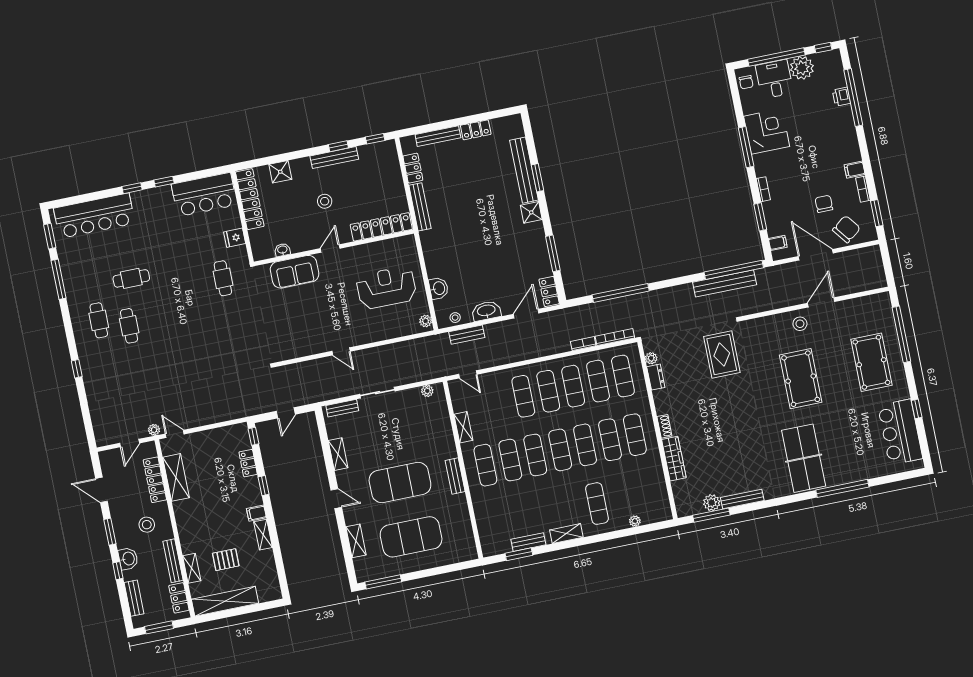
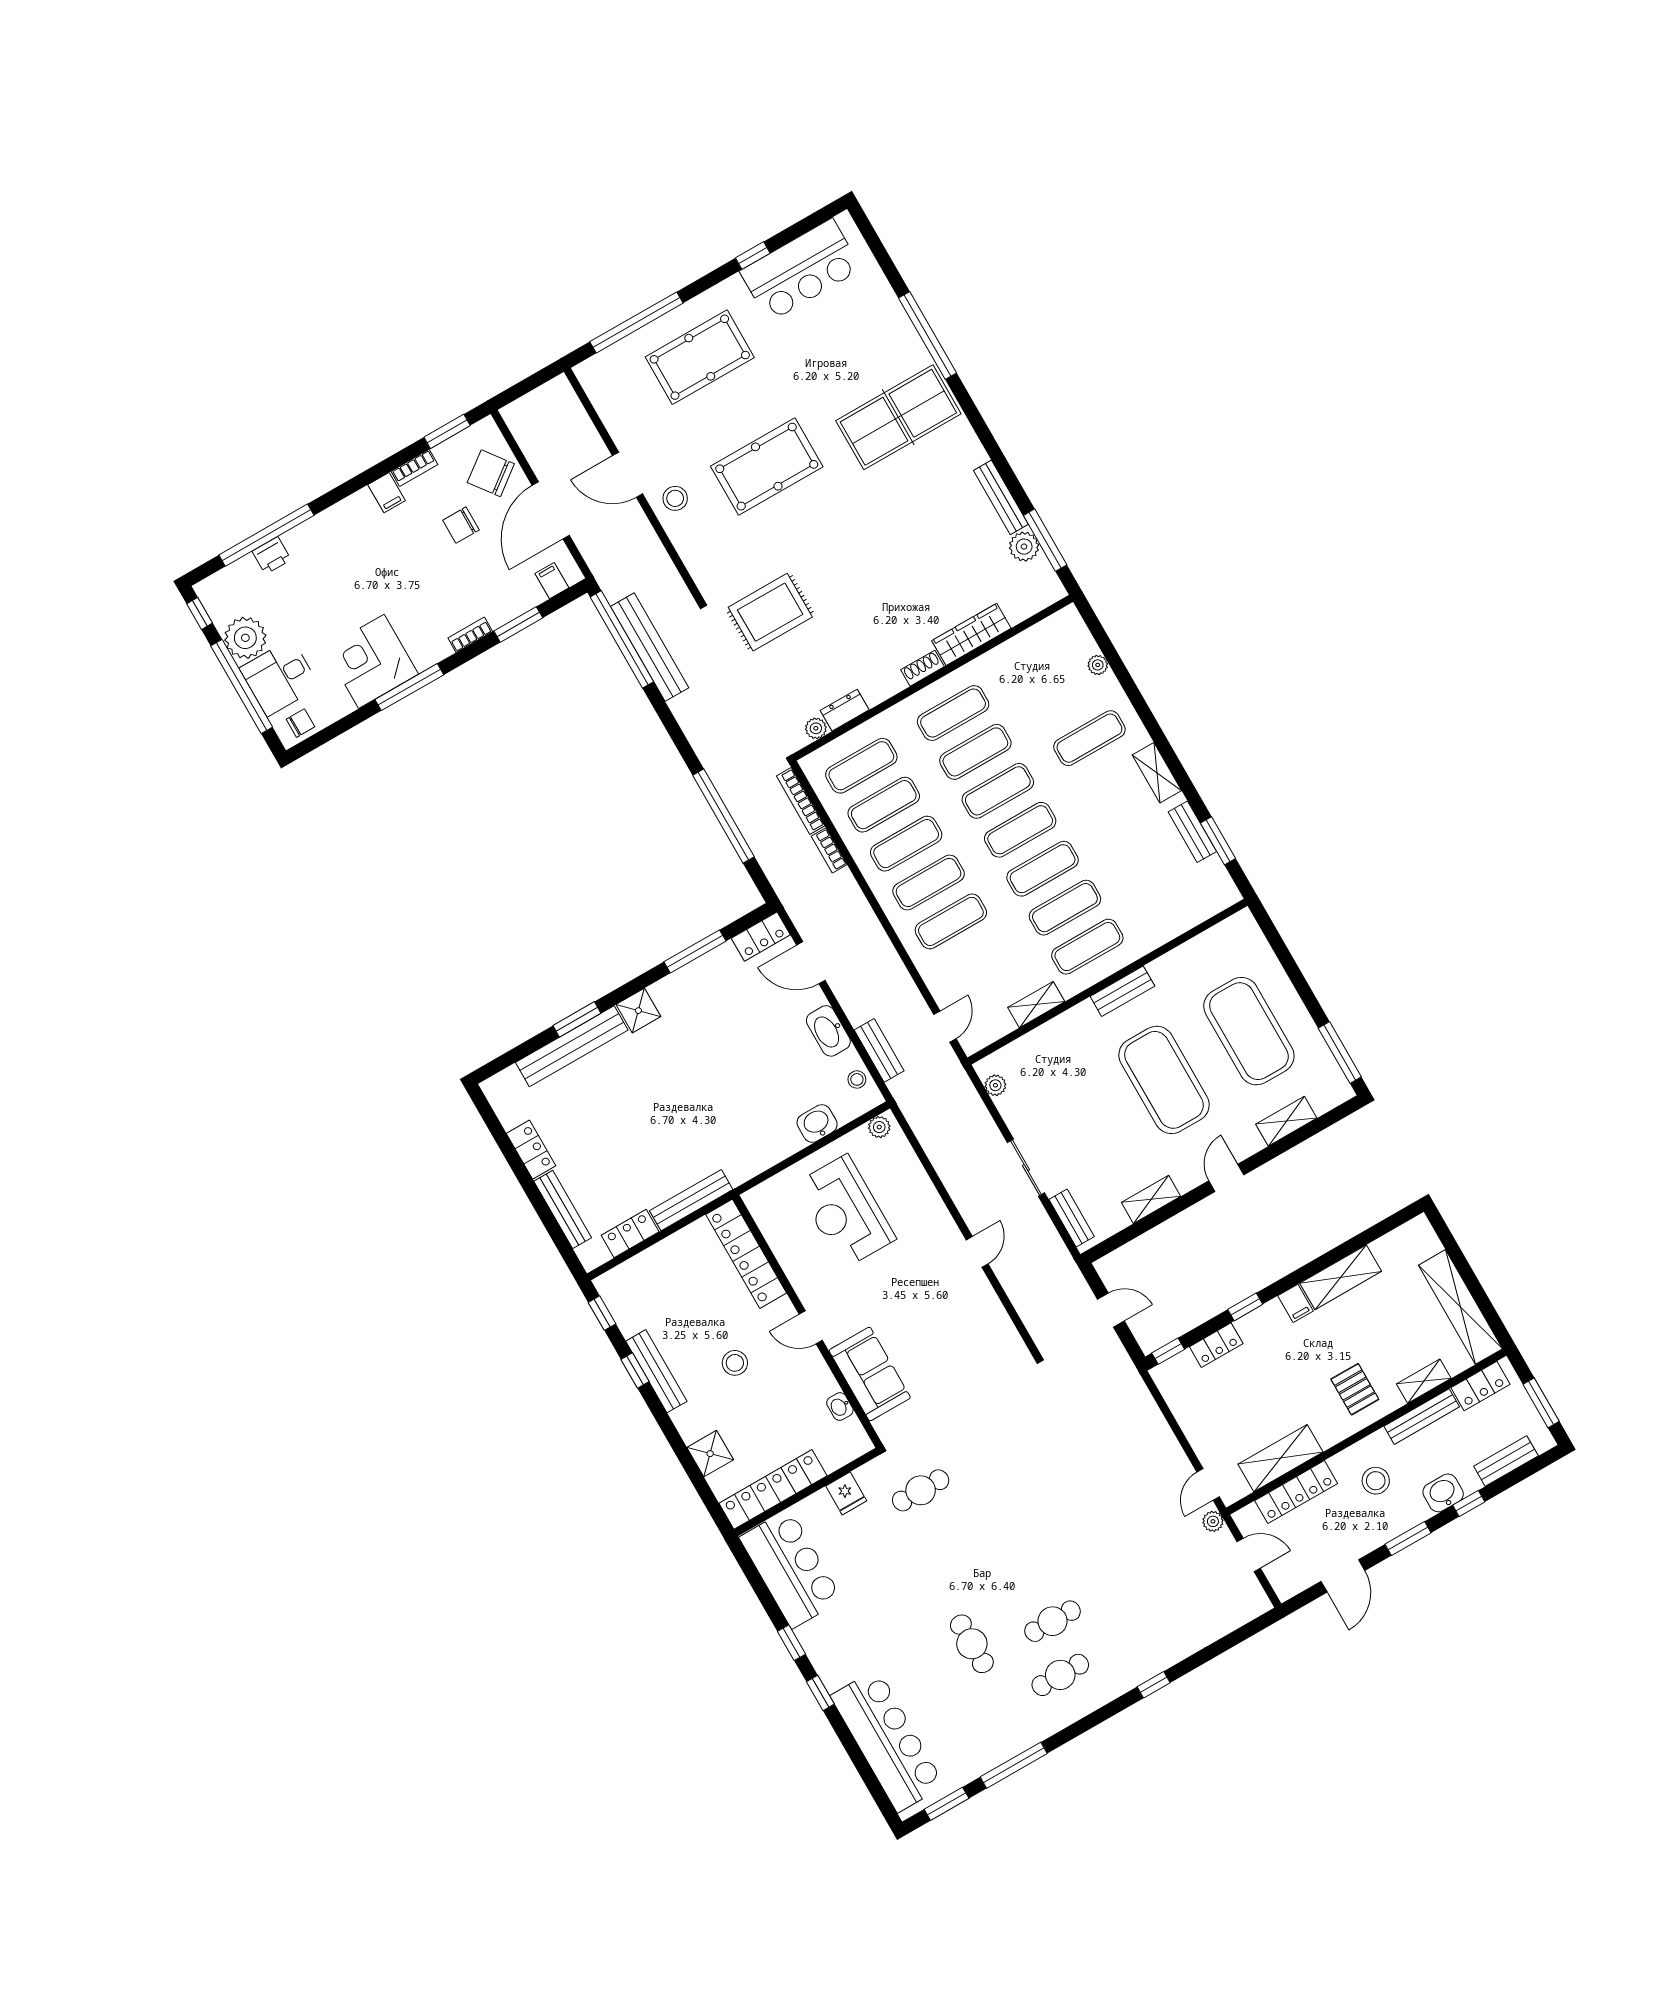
shelving: (263, 535) -> (1341, 1277), width x1.50, depth x1.33
pallet: (226, 560) -> (1355, 1389), moved

